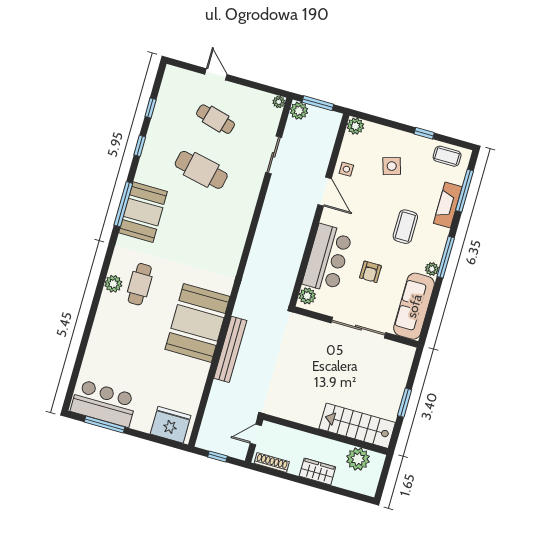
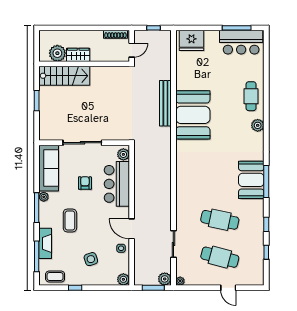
cafe table: (216, 119) -> (220, 257), width x1.37, depth x1.35
cafe table: (140, 284) -> (251, 96), moved
wardrobe: (317, 471) -> (78, 55), moved, turned 180

